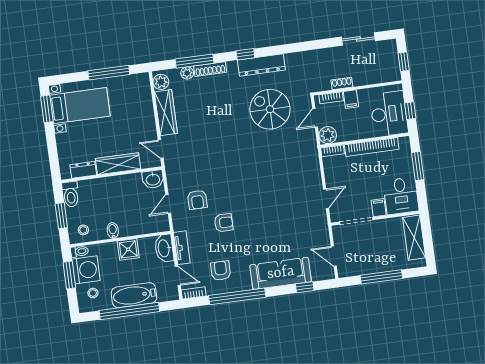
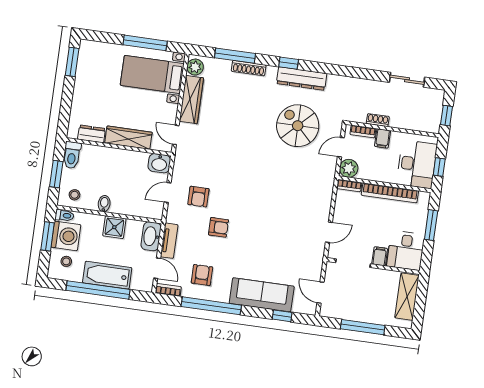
plant: (187, 73) -> (224, 66), removed
bed with nightstands: (80, 106) -> (152, 74), moved, turned 180

